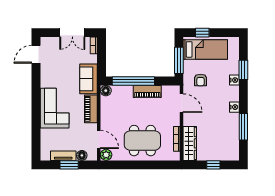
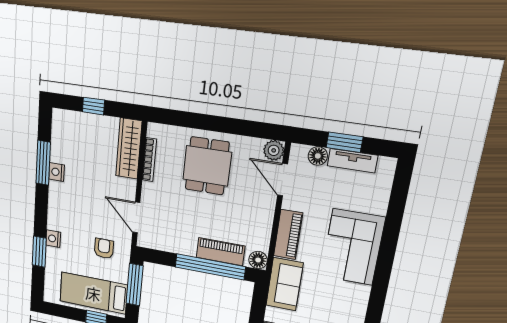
piano: (147, 92) -> (221, 252), moved
nightstand: (234, 107) -> (57, 172), moved
dining table: (142, 141) -> (207, 166), width x0.73

